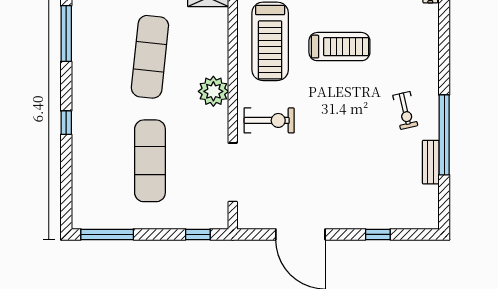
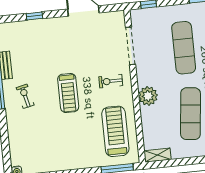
treadmill: (339, 47) -> (68, 93), moved, turned -90
exercise bike: (269, 120) -> (111, 81), width x0.73, depth x0.72

